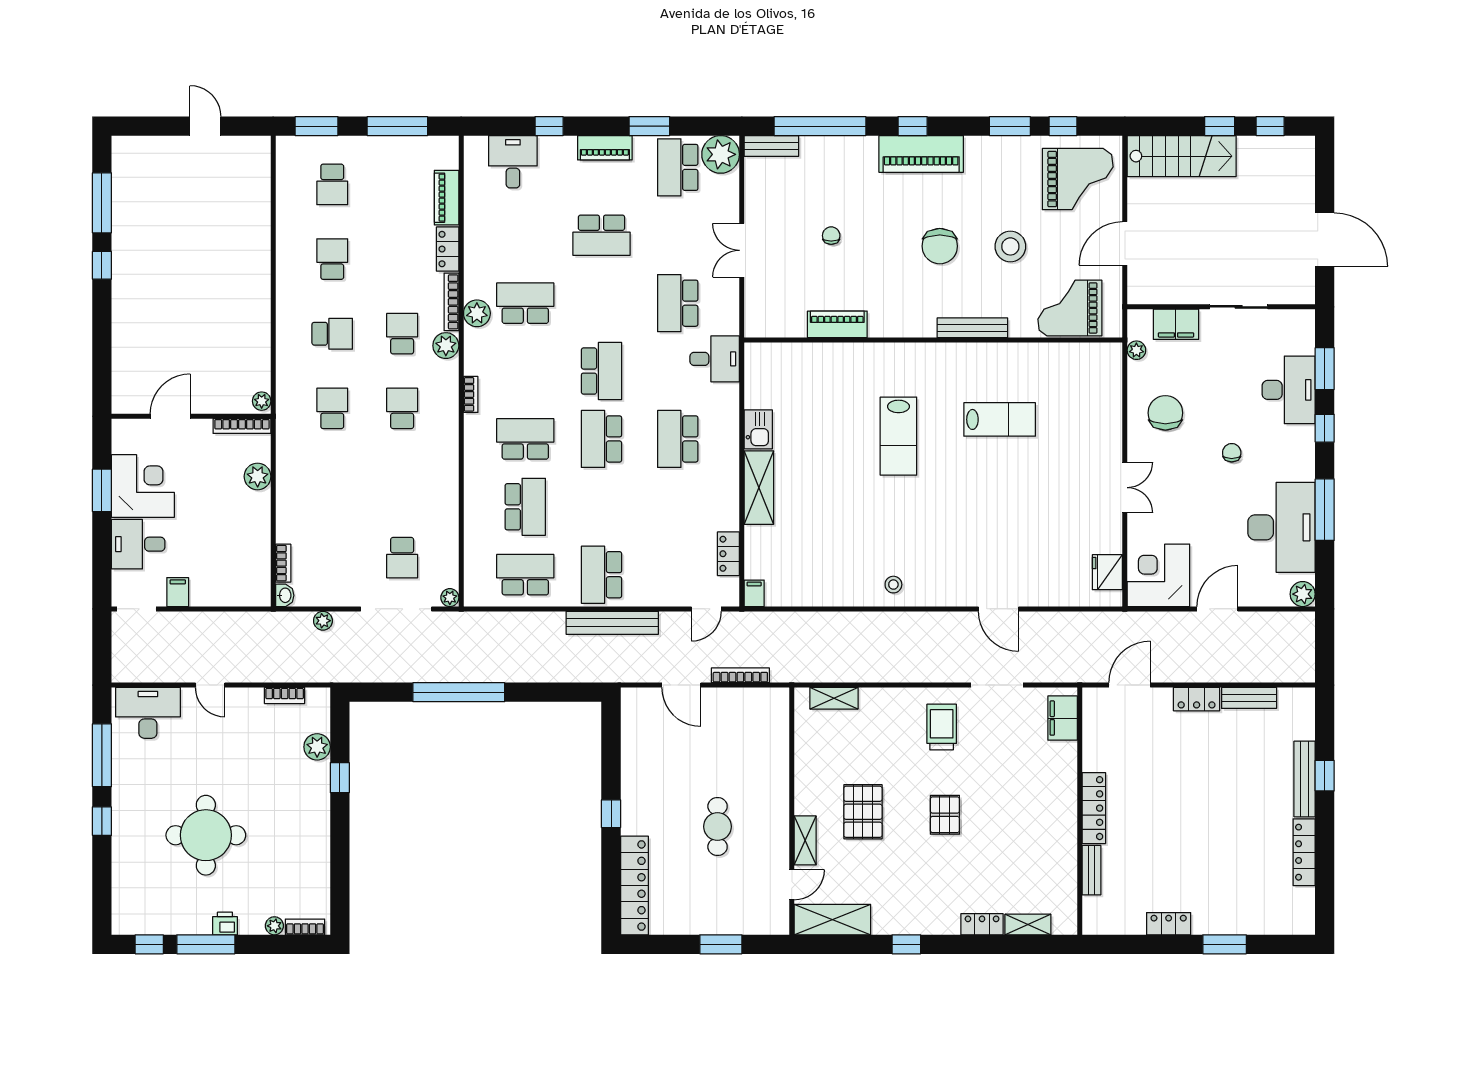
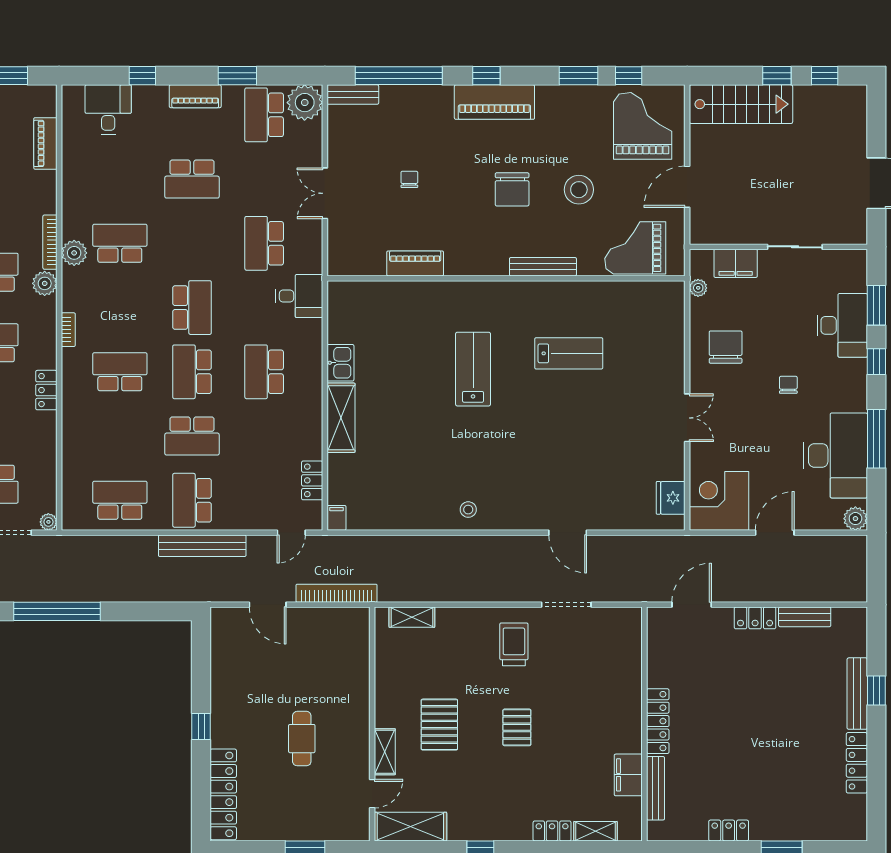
grand piano: (1078, 179) -> (643, 126), turned -90
locker: (448, 249) -> (46, 390), moved
lab bench: (898, 436) -> (473, 369), turned 180
school desk: (525, 507) -> (192, 436), moved, turned 90
bookcase: (740, 675) -> (337, 593), width x1.48, depth x1.31
filing cabinet: (1063, 718) -> (628, 775), moved
bench: (1091, 870) -> (656, 788), width x1.36

